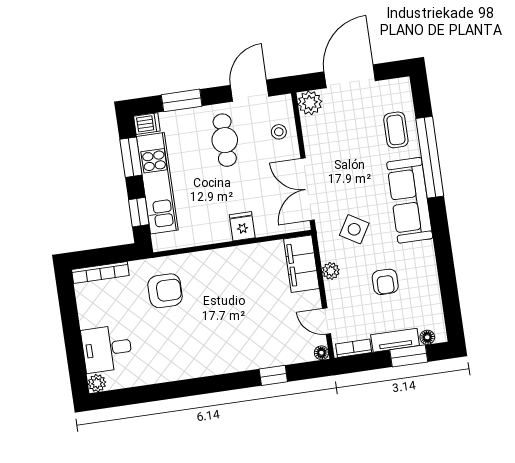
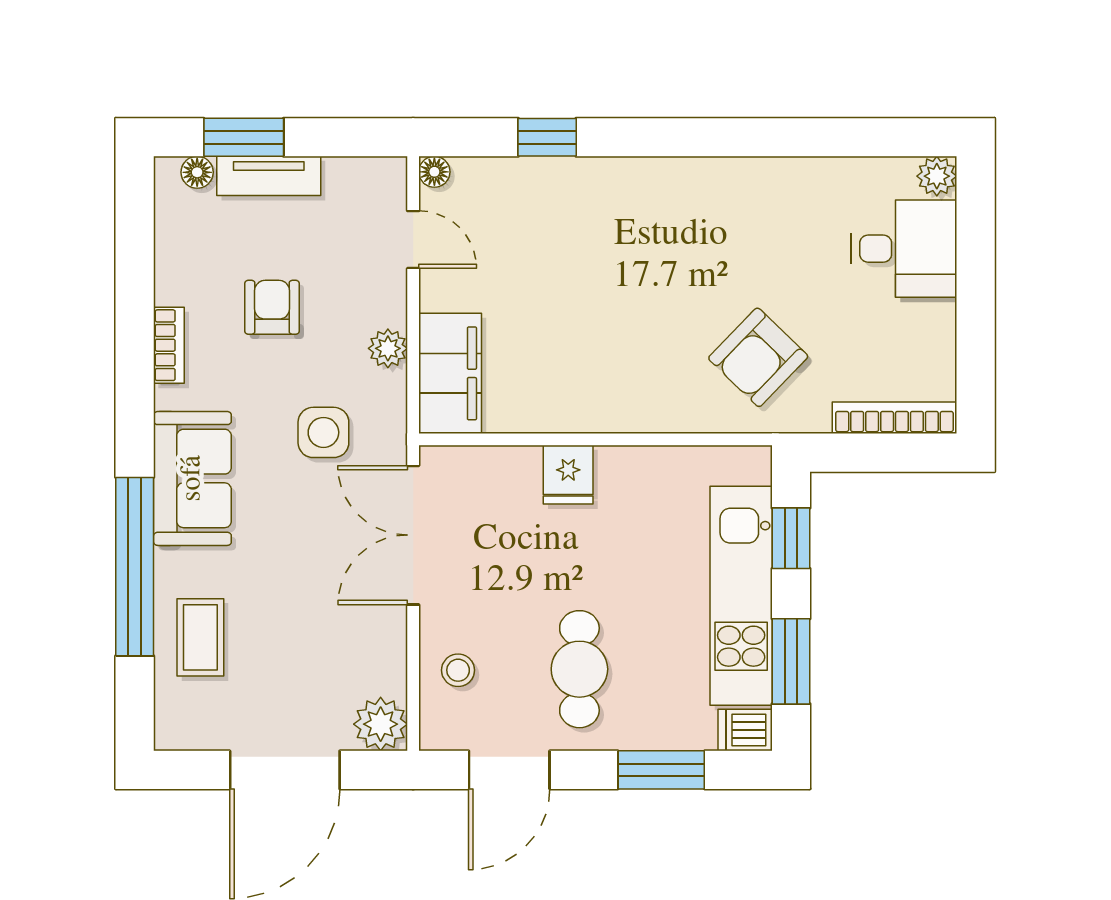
double door: (308, 189) -> (413, 535), swing flipped
sofa: (410, 200) -> (192, 478), width x0.73
side table: (354, 229) -> (323, 432), turned -31
armchair: (165, 291) -> (758, 357), turned -46
bookcase: (354, 348) -> (169, 345), moved, turned -90

